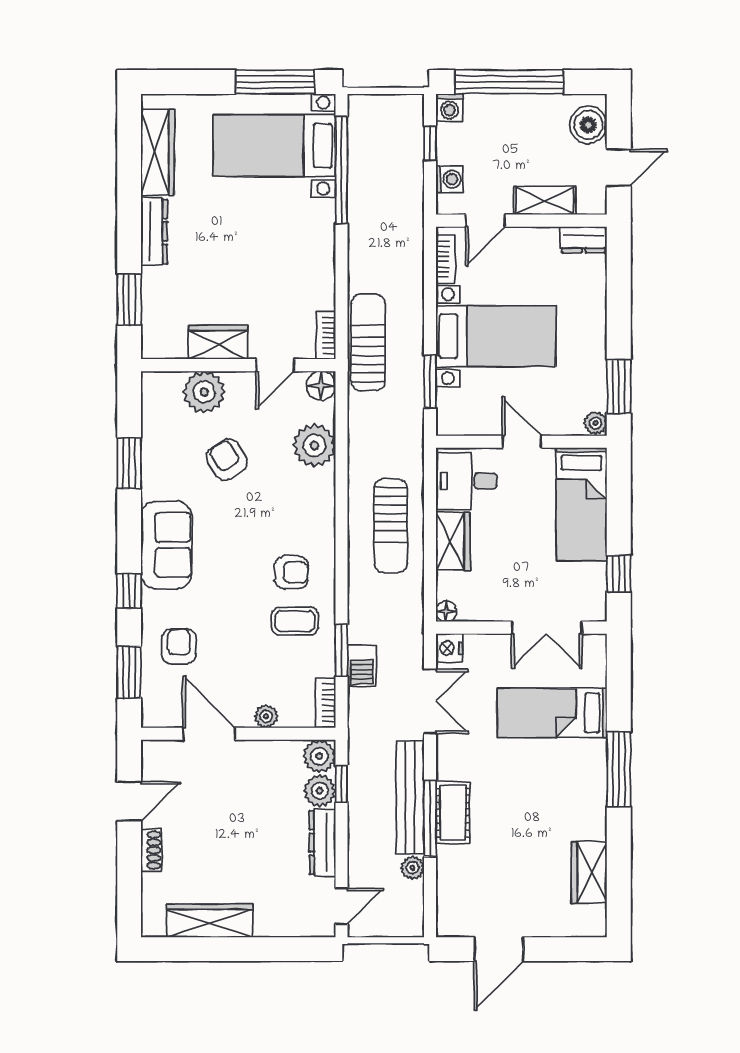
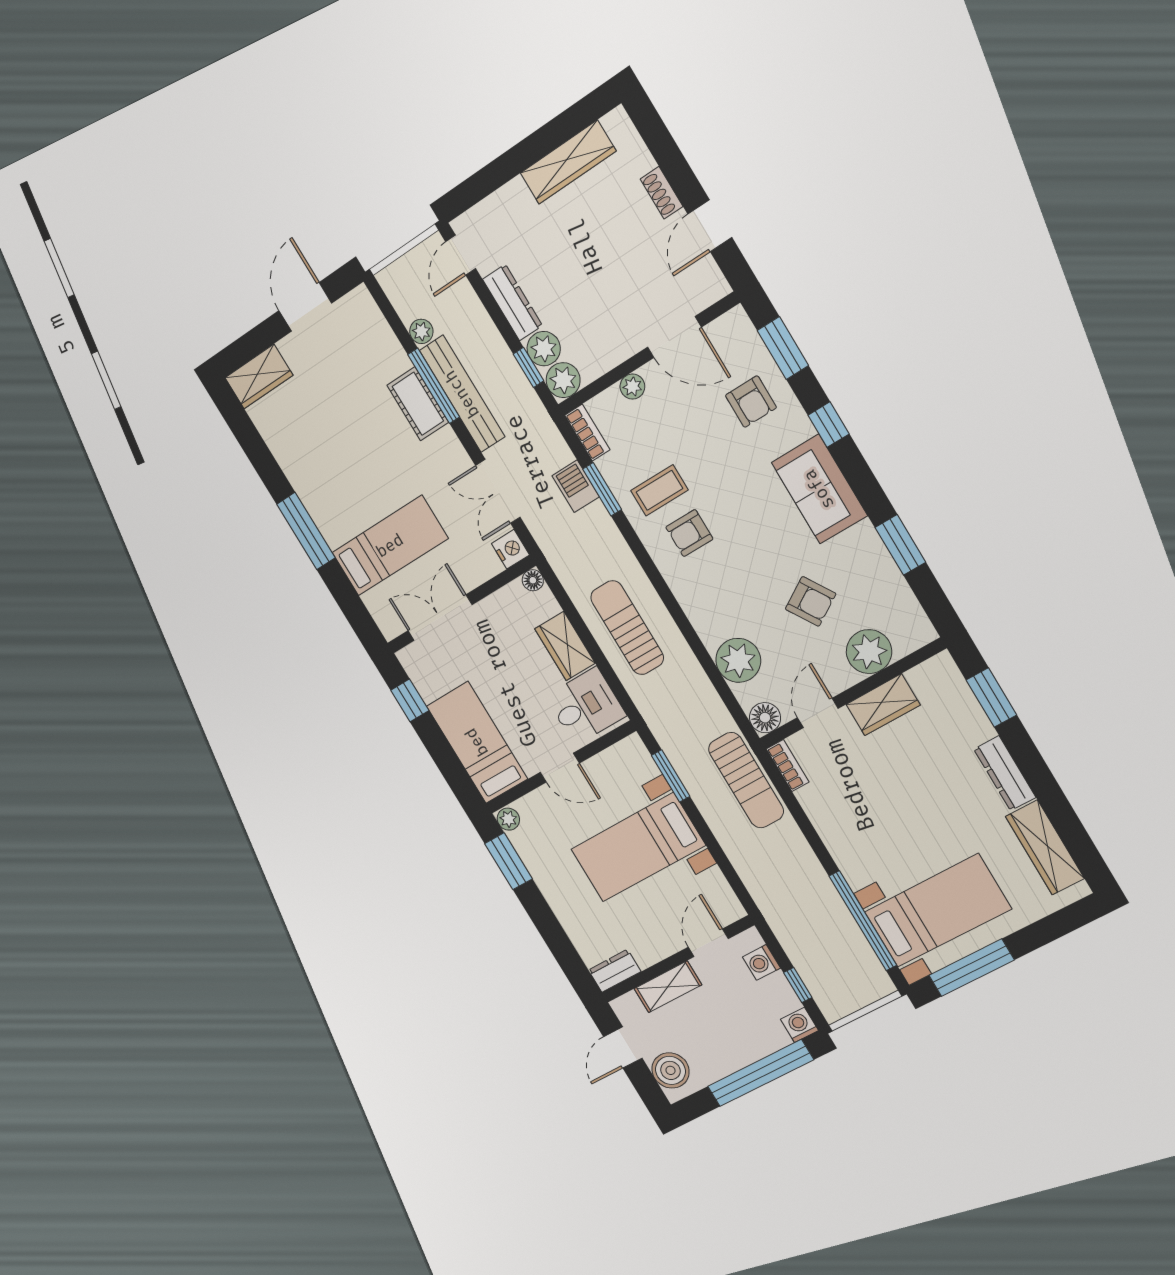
bookcase: (445, 259) -> (723, 891), removed
wardrobe: (589, 872) -> (259, 376), moved, turned 90

